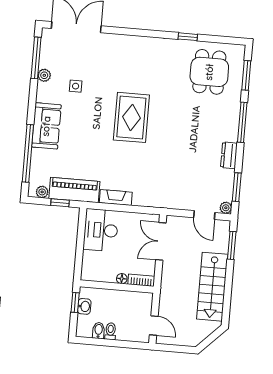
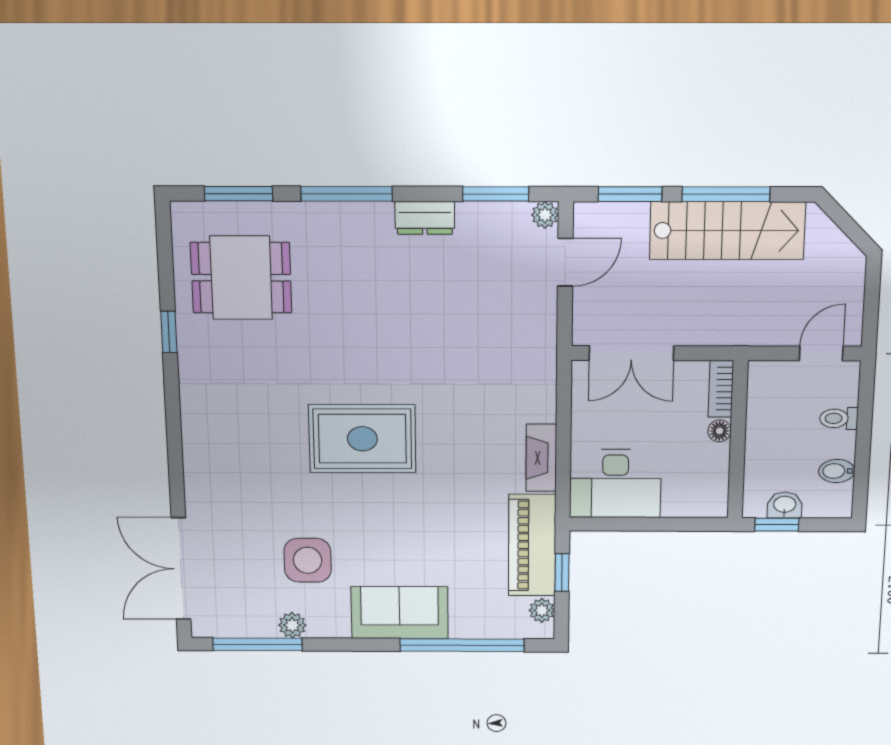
side table: (76, 86) -> (308, 560), width x1.87, depth x1.87
window: (228, 287) -> (726, 194), added
toilet: (110, 331) -> (839, 418), moved

